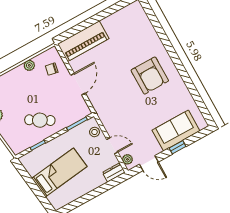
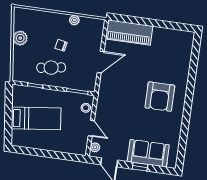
chair: (52, 69) -> (61, 45), moved
cafe table: (40, 120) -> (51, 68), turned -40
dresser: (114, 172) -> (77, 149), removed

